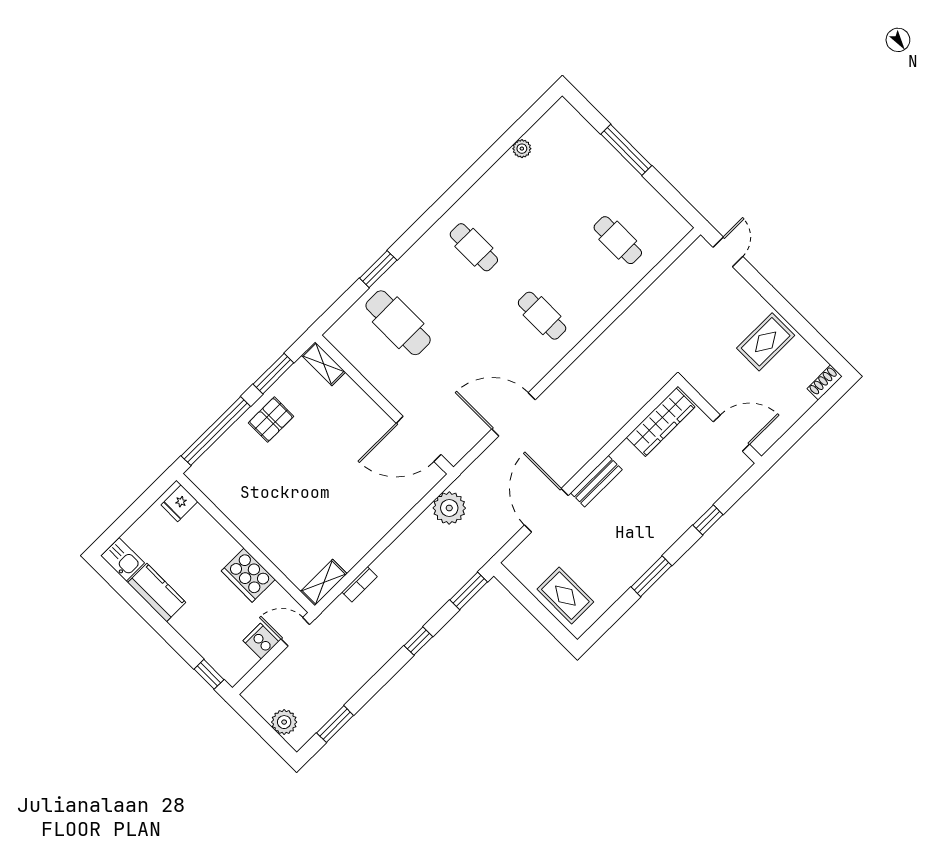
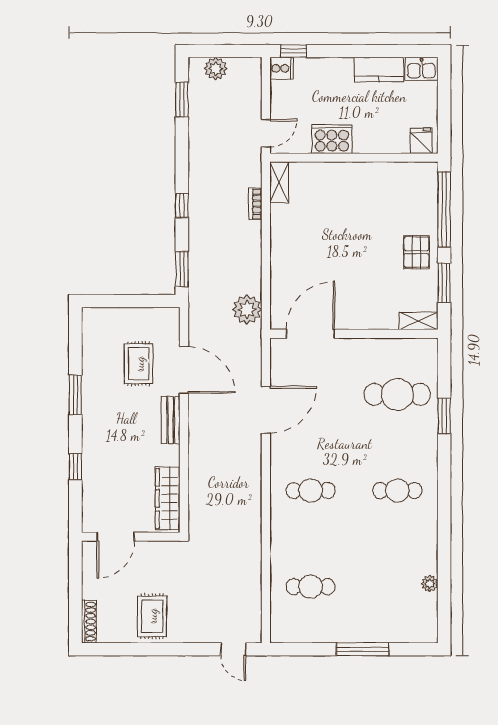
shoe rack: (825, 382) -> (89, 622), width x1.43
rug: (565, 596) -> (139, 364), moved, turned 90
cooker: (261, 641) -> (282, 68), moved

